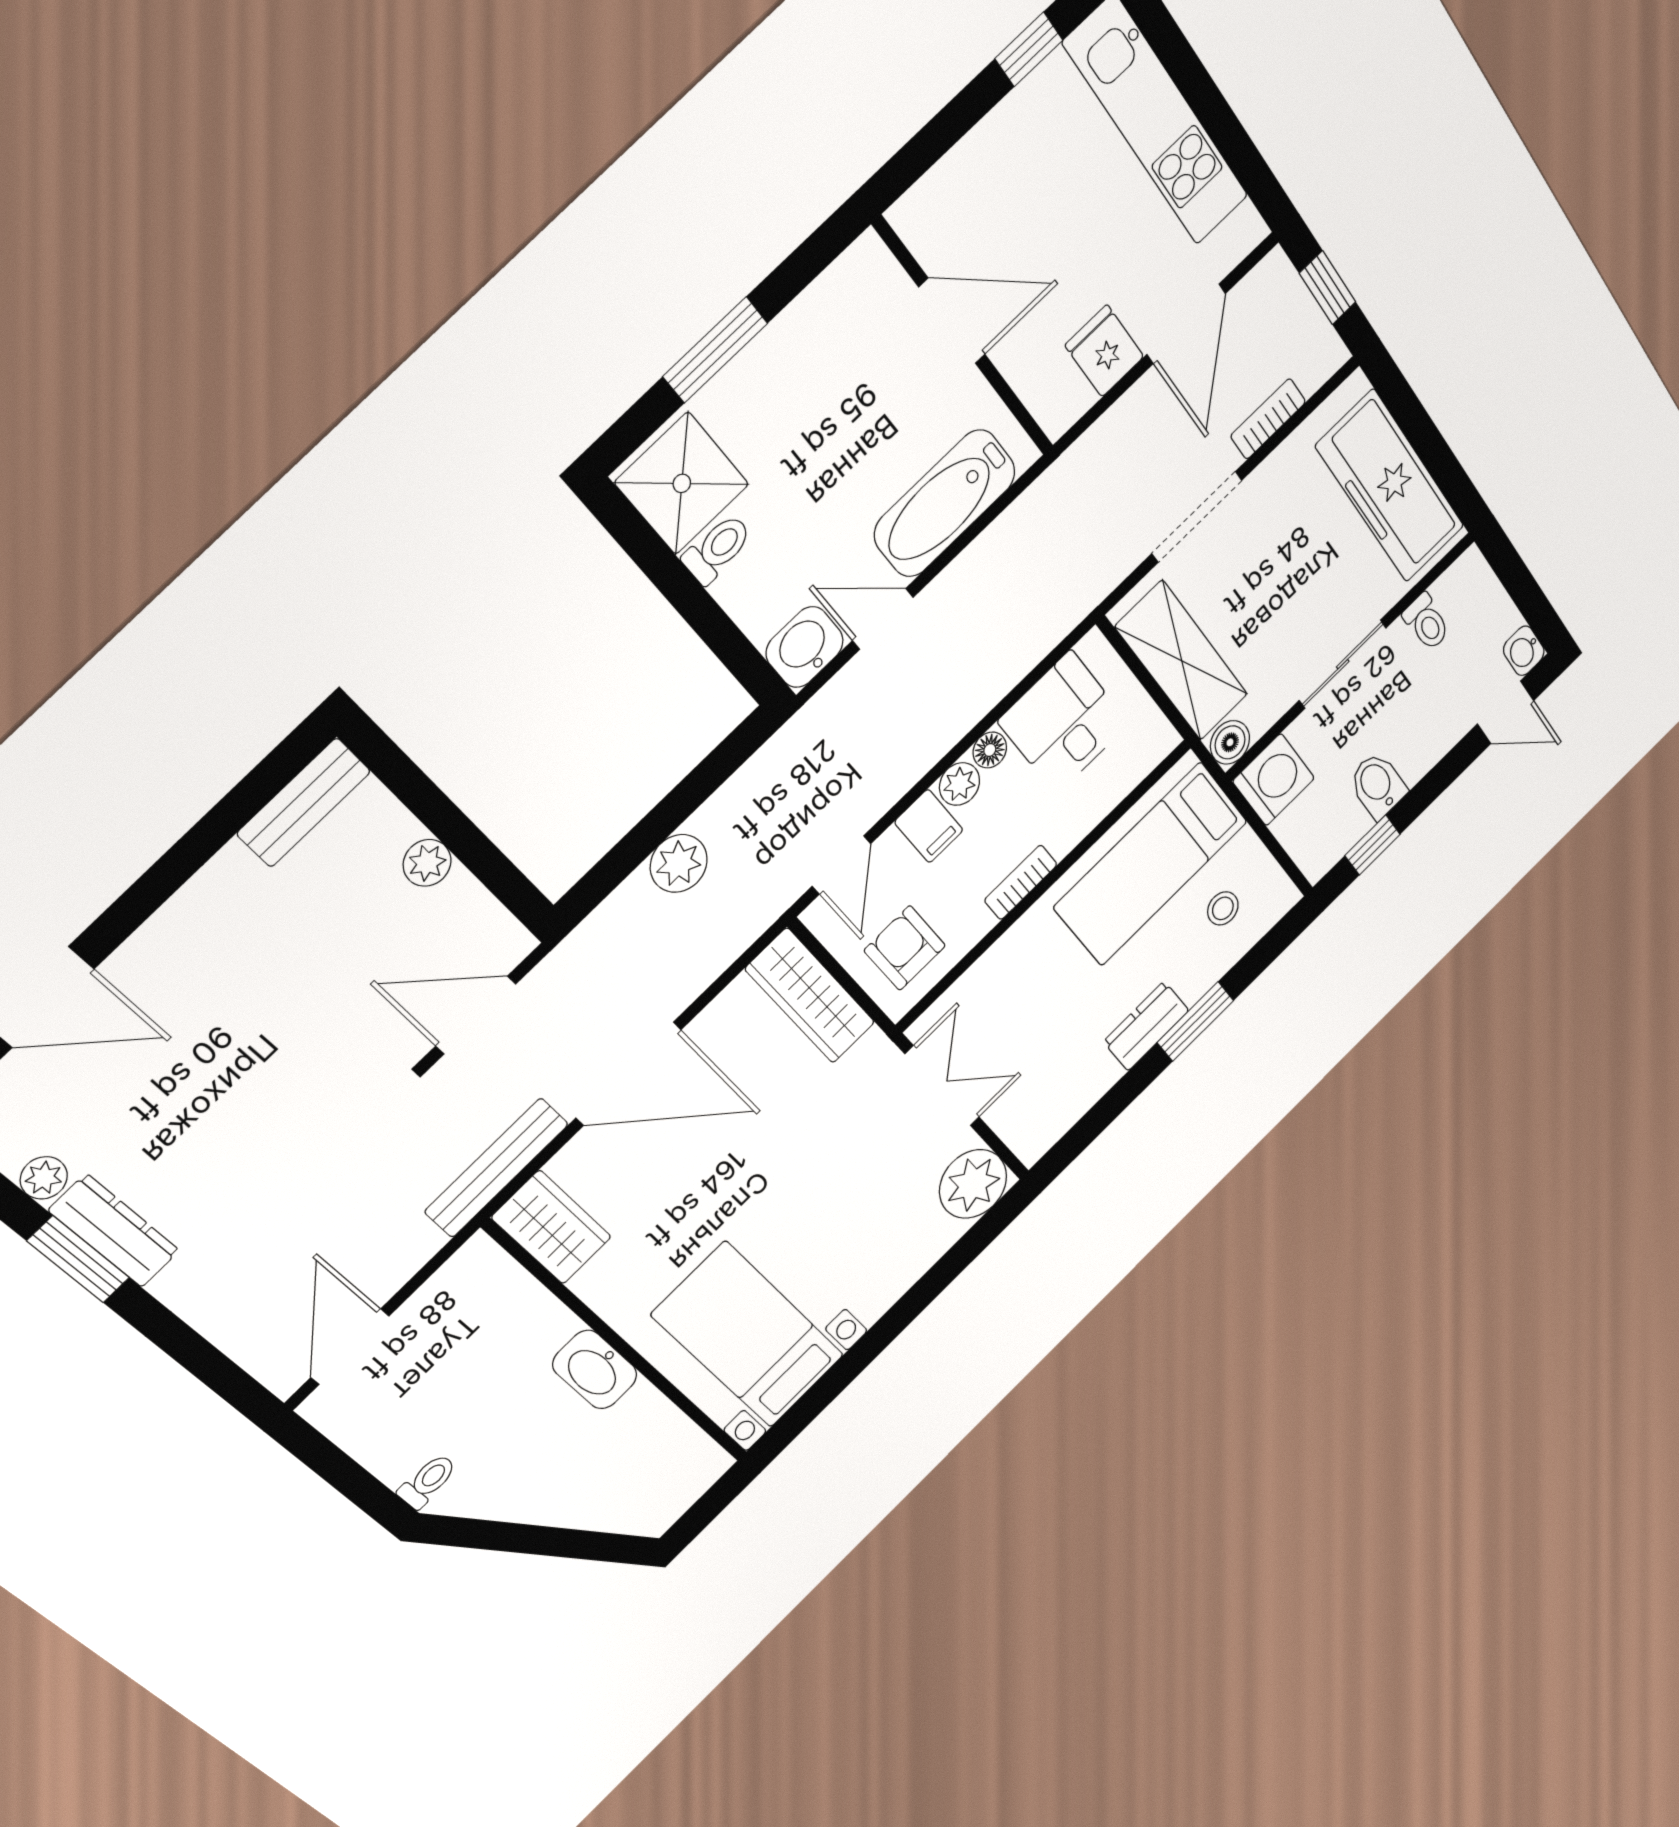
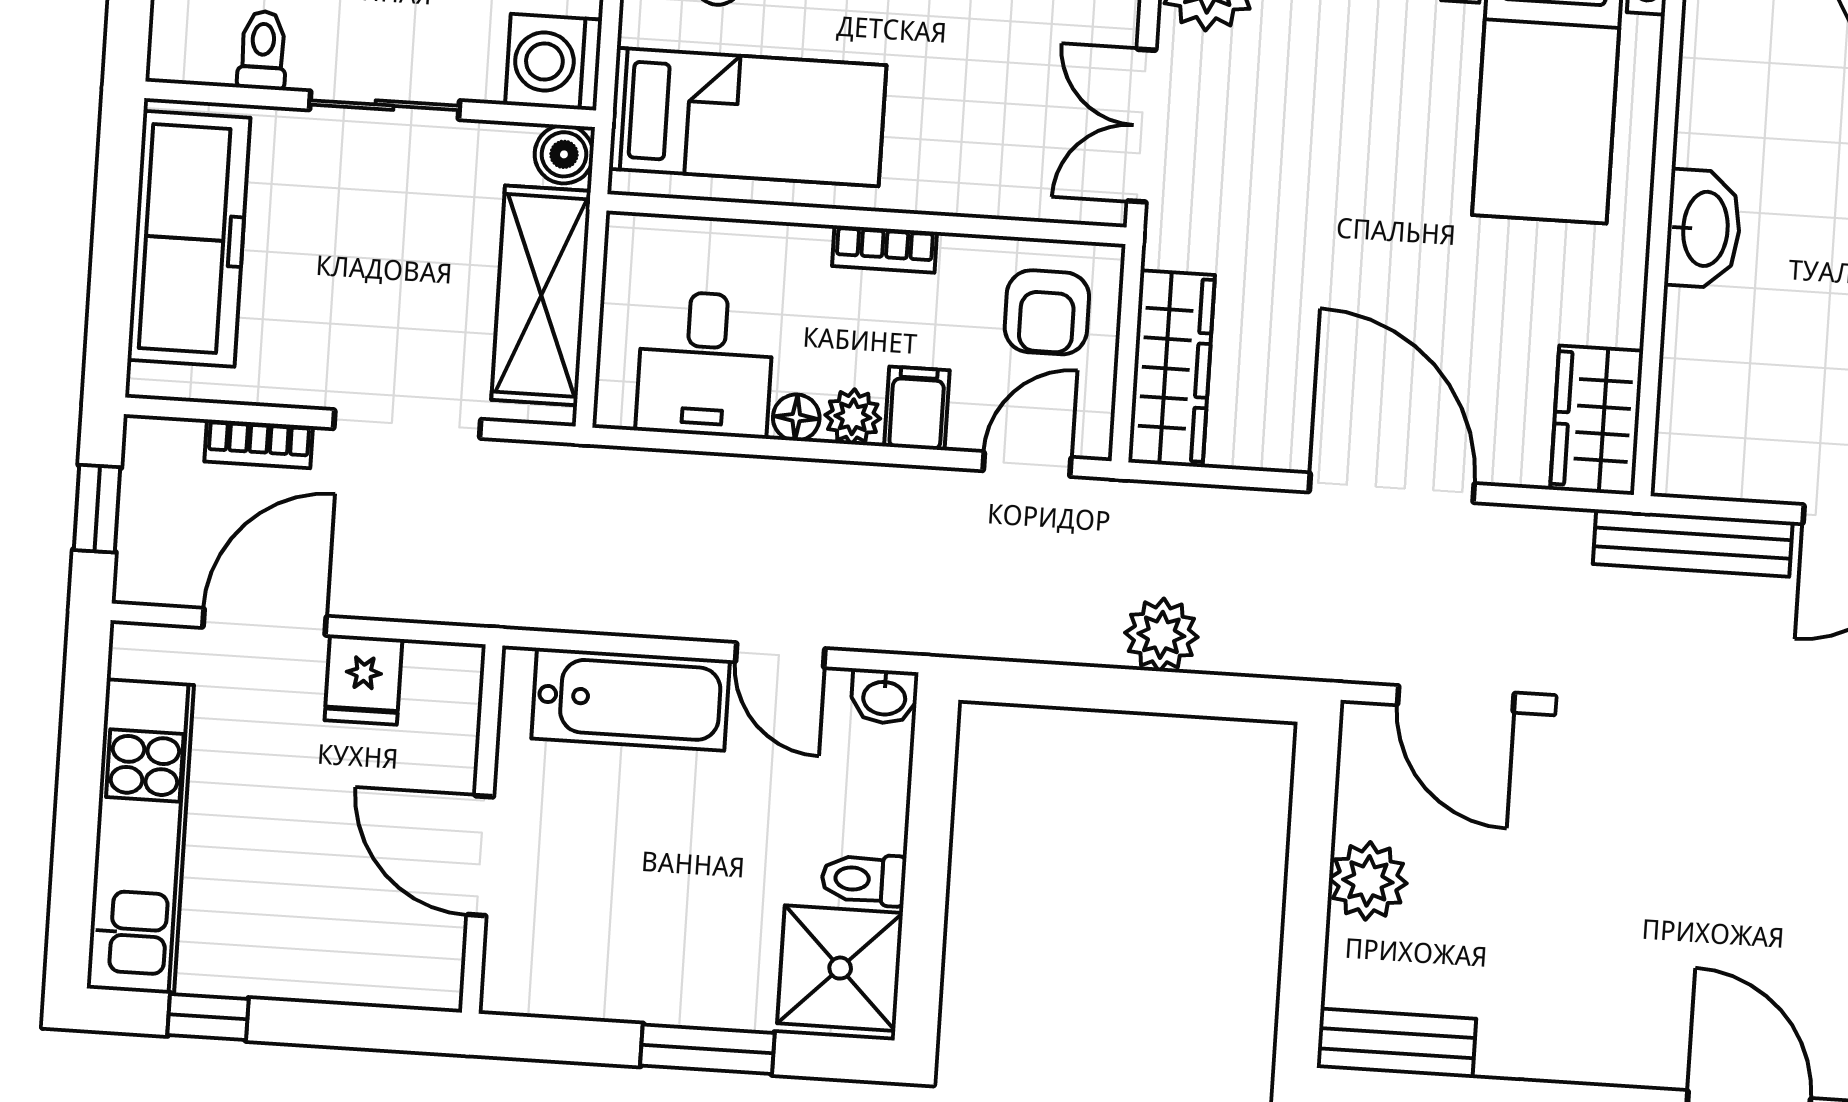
washbasin: (805, 647) -> (884, 697), width x0.72, depth x0.69
plant: (427, 863) -> (1368, 881), width x1.38, depth x1.38
bench: (497, 1168) -> (1693, 543), moved

